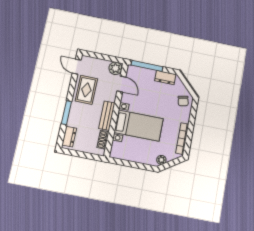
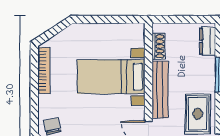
bench: (107, 116) -> (160, 89), width x1.36
plant: (161, 160) -> (69, 34), removed

